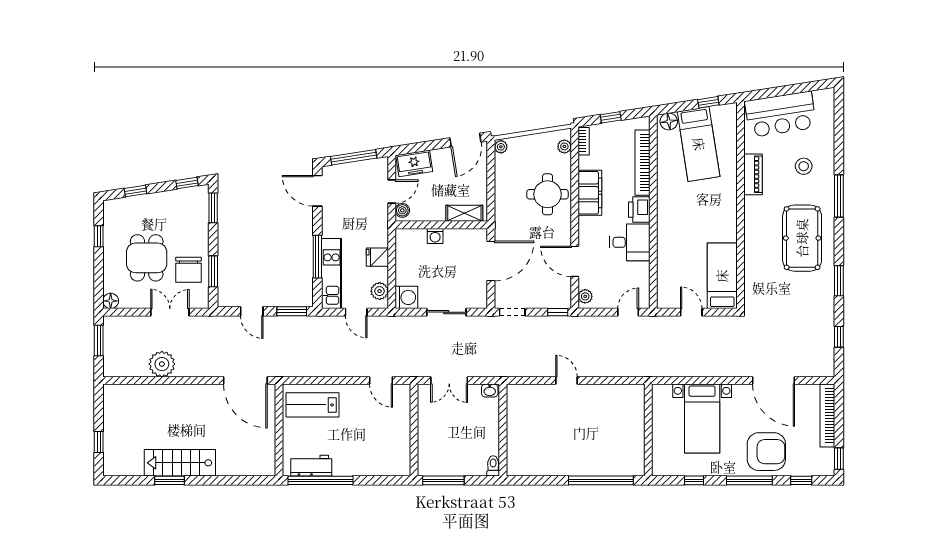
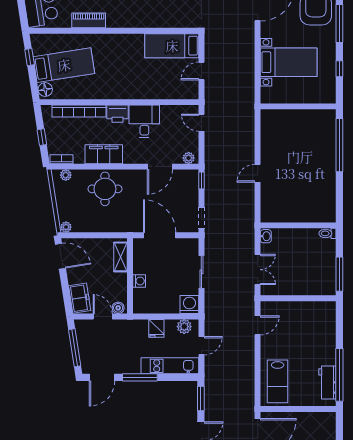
window: (317, 257) -> (140, 377), moved

